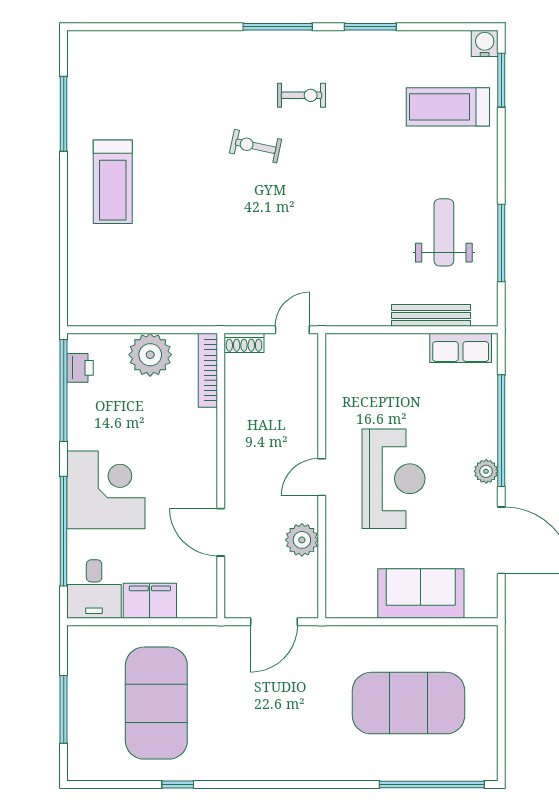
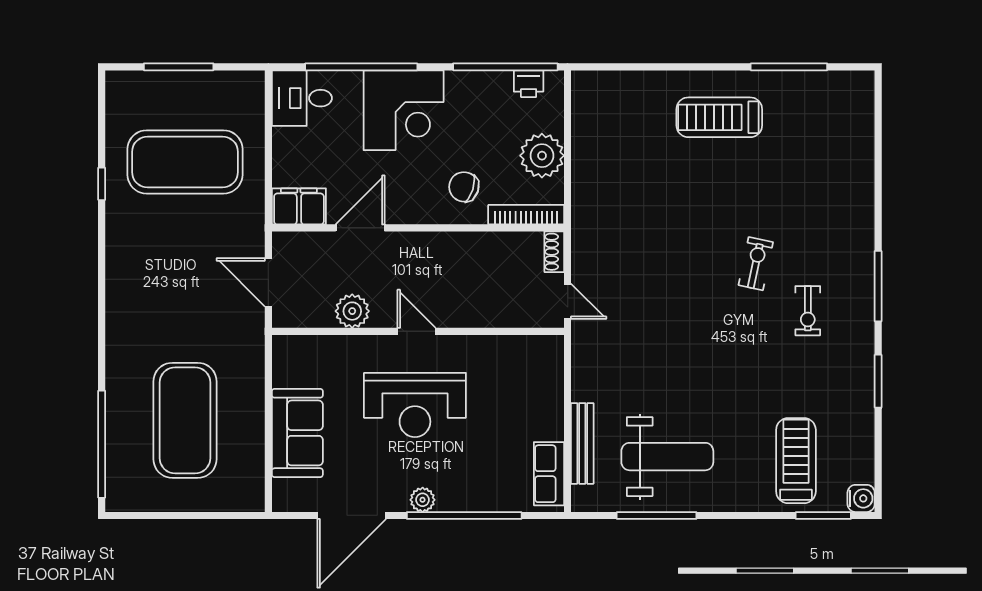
weight bench: (444, 232) -> (667, 457), width x1.36, depth x1.33
chair: (181, 431) -> (464, 187), added
filing cabinet: (150, 601) -> (299, 206), moved, turned -90

